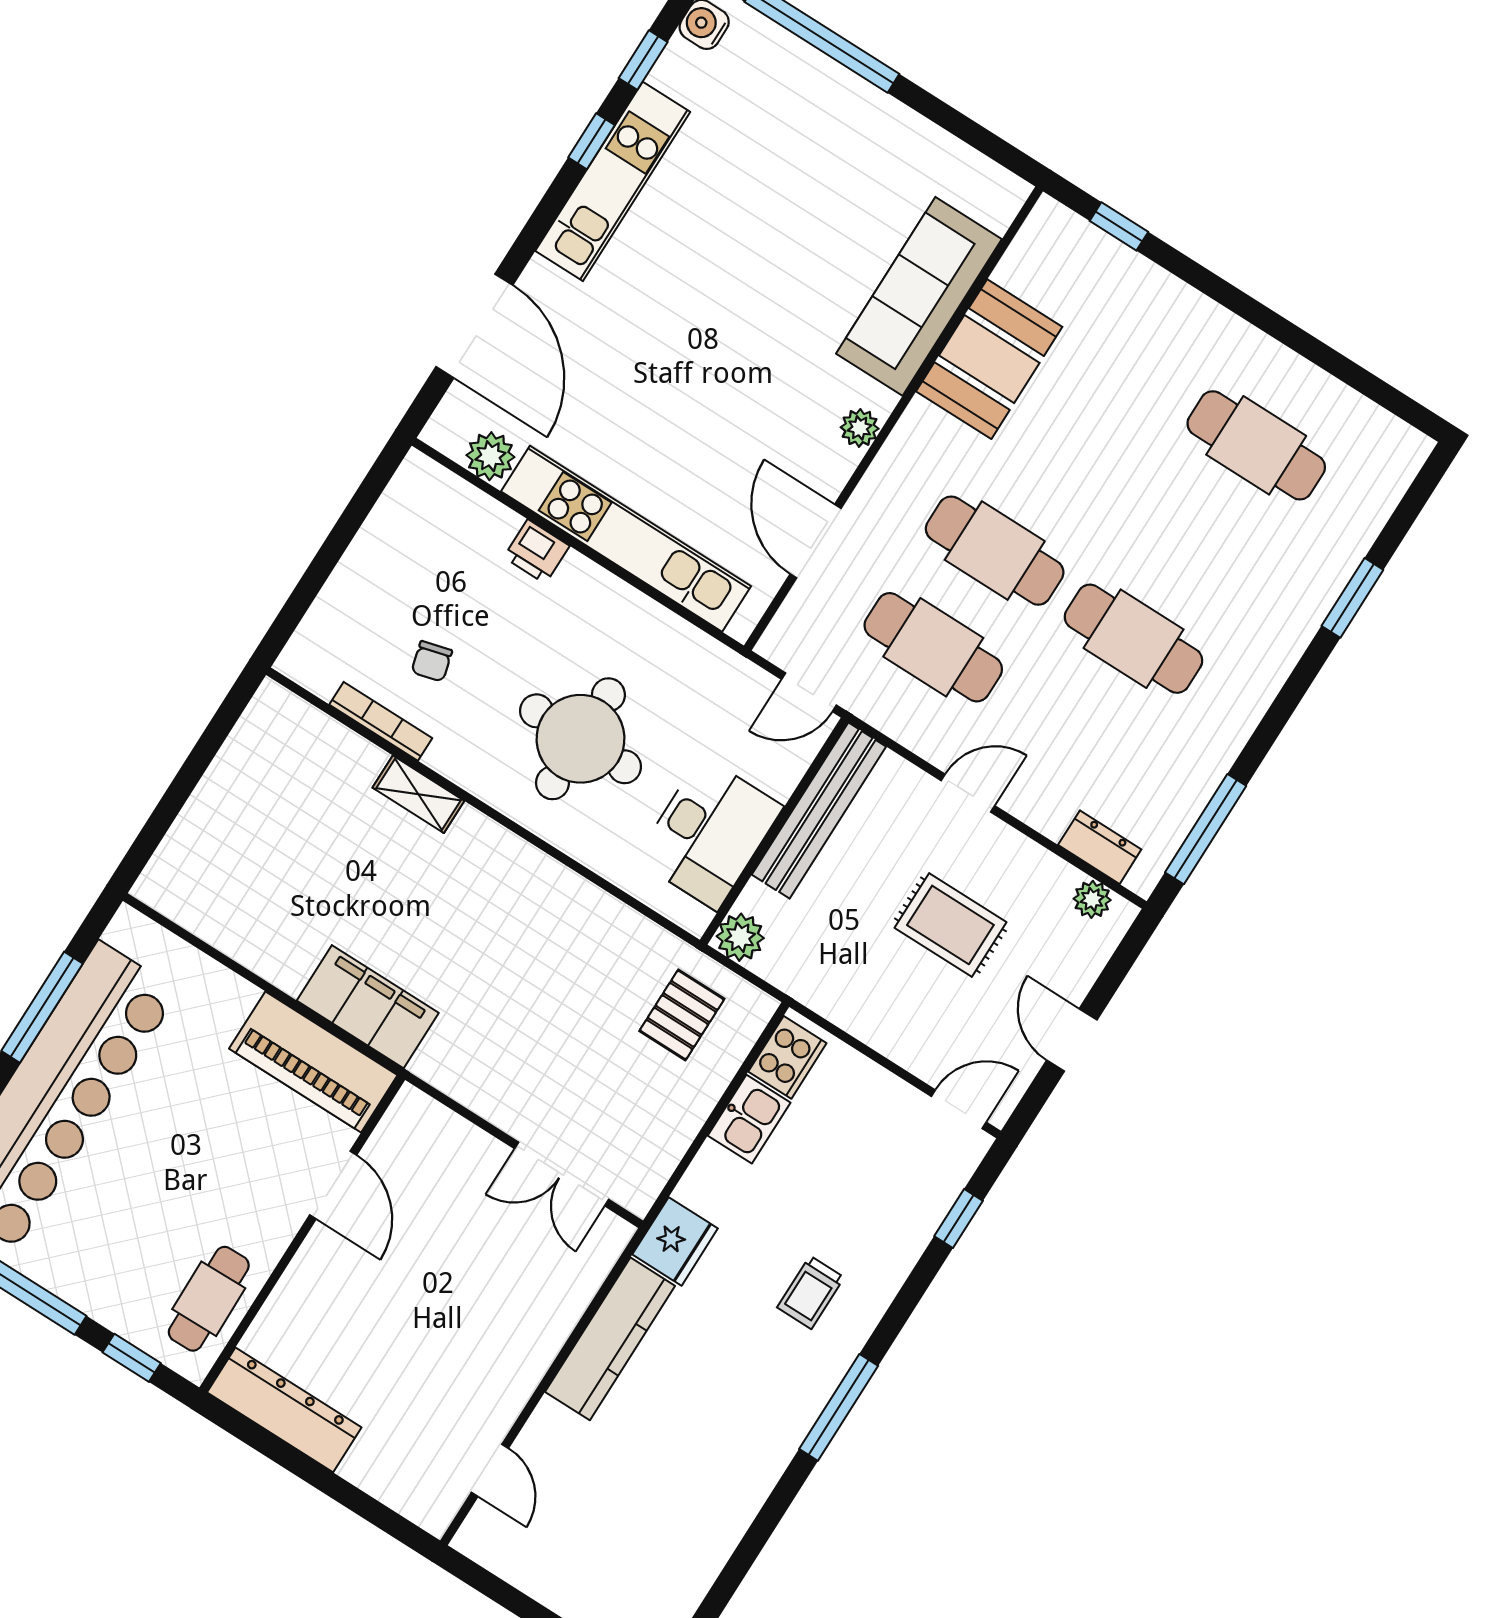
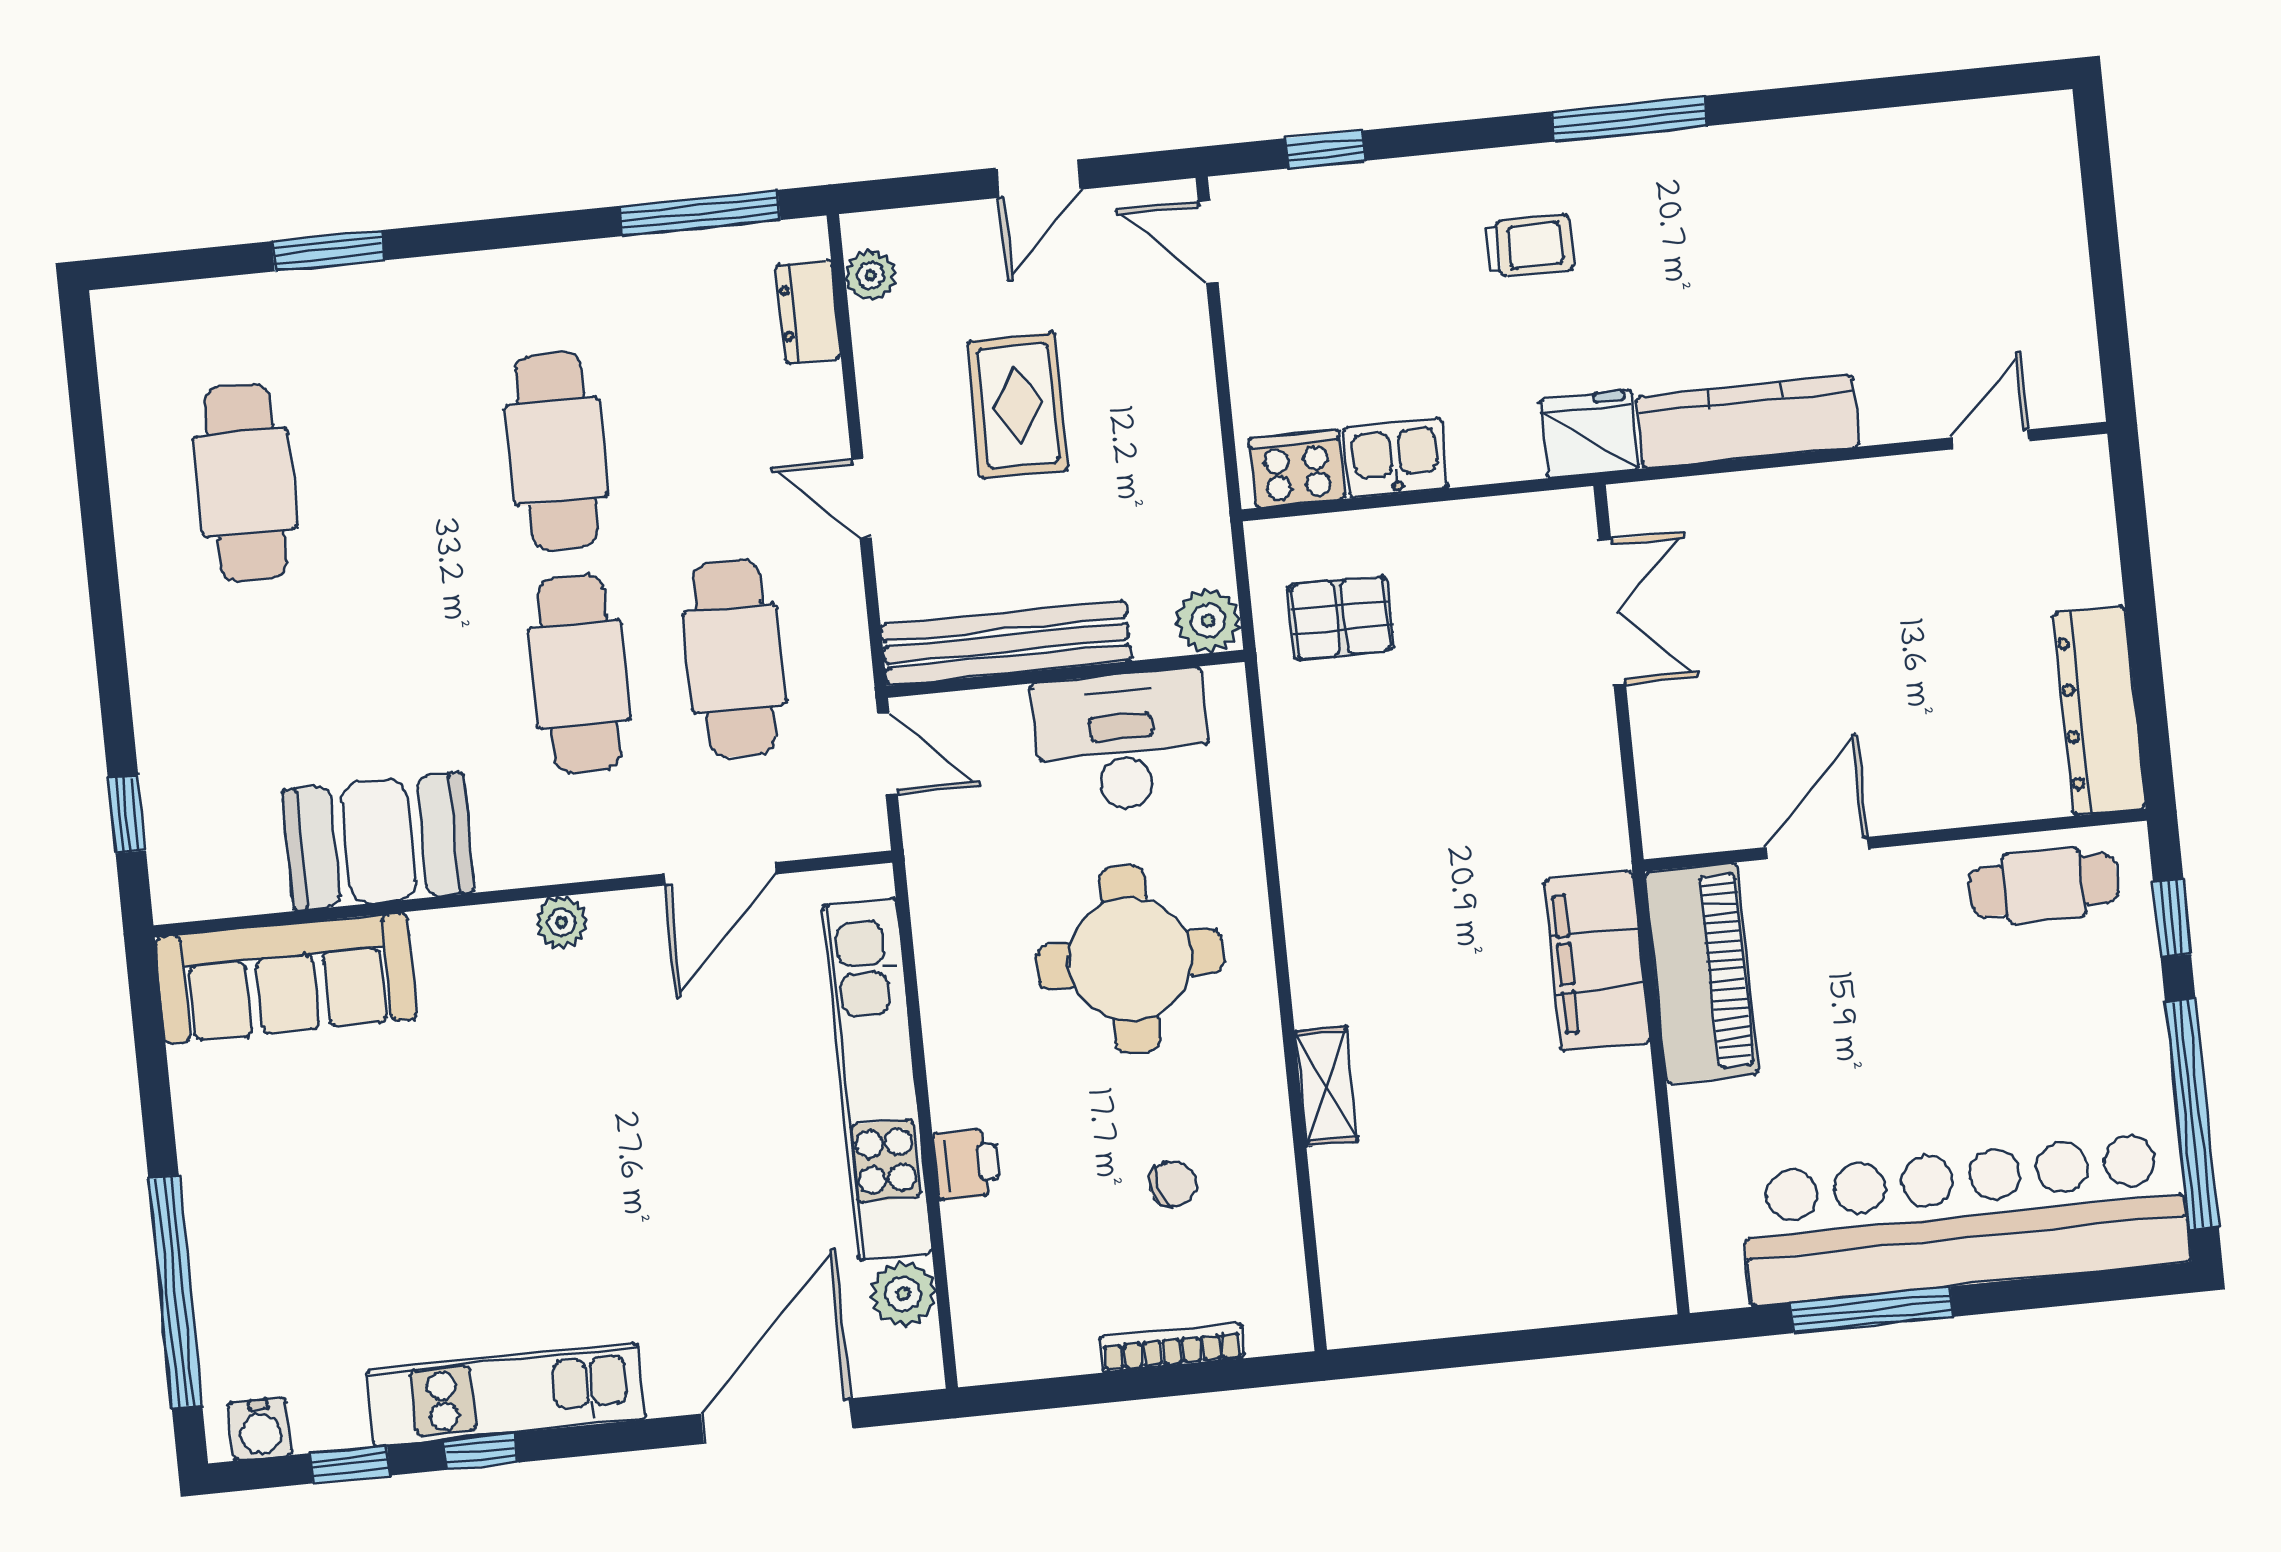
sofa: (919, 296) -> (286, 978), moved
bookcase: (381, 721) -> (1172, 1347), moved, turned 90

